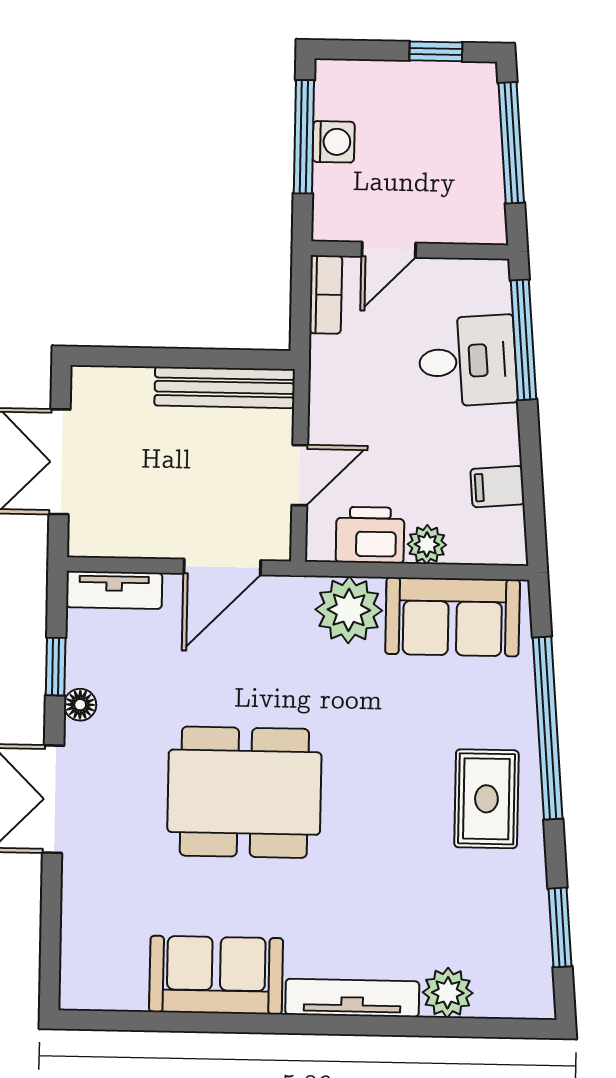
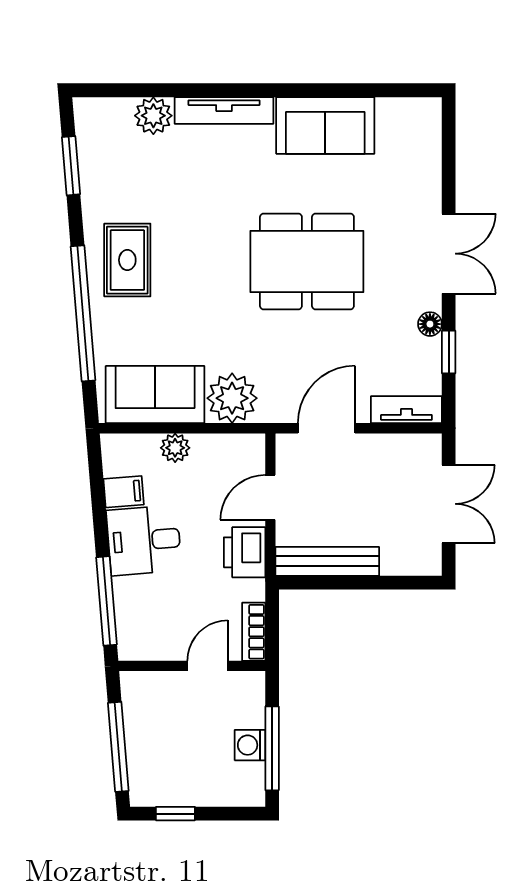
desk: (468, 361) -> (144, 540), moved
printer: (370, 535) -> (245, 552), moved, turned 90

